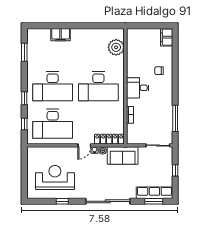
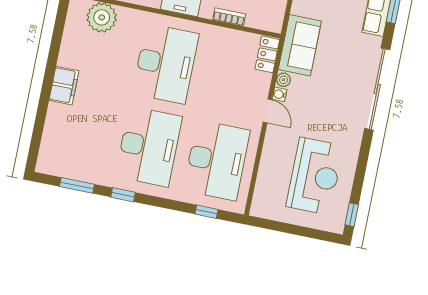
filing cabinet: (61, 35) -> (64, 86), moved
window: (24, 98) -> (123, 195), moved
locker: (109, 139) -> (267, 54), width x0.66
reception desk: (55, 178) -> (315, 176), turned 180
window: (62, 201) -> (352, 215), moved

